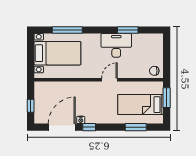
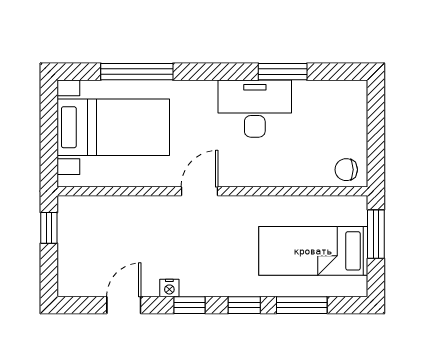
door: (109, 80) -> (200, 191), moved
window: (31, 106) -> (49, 228), moved
door: (62, 127) -> (124, 305), width x0.53
window: (112, 127) -> (244, 305), added

